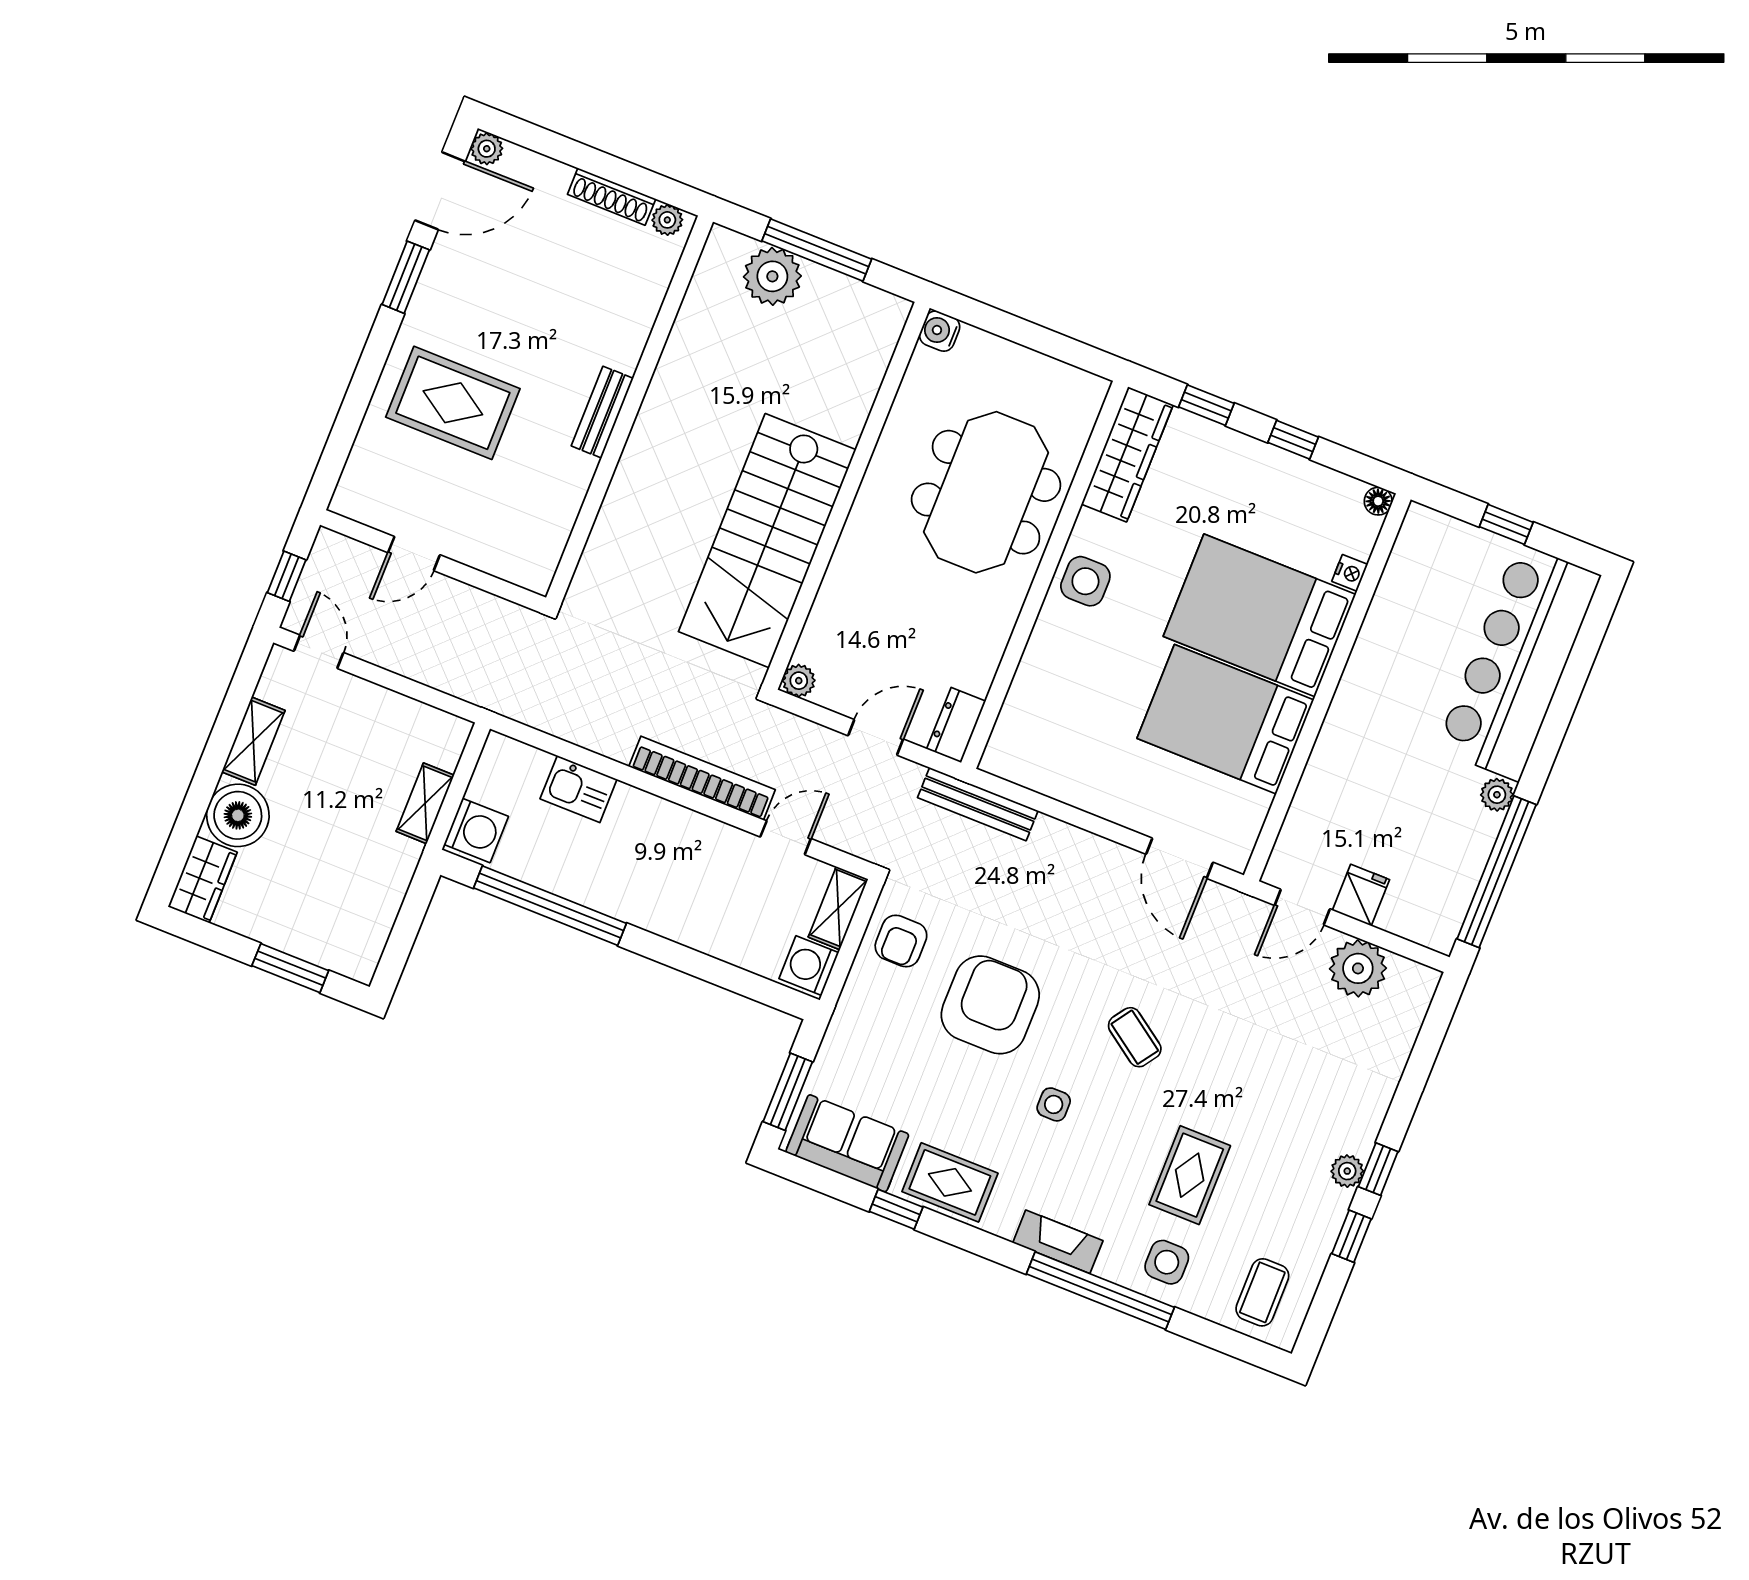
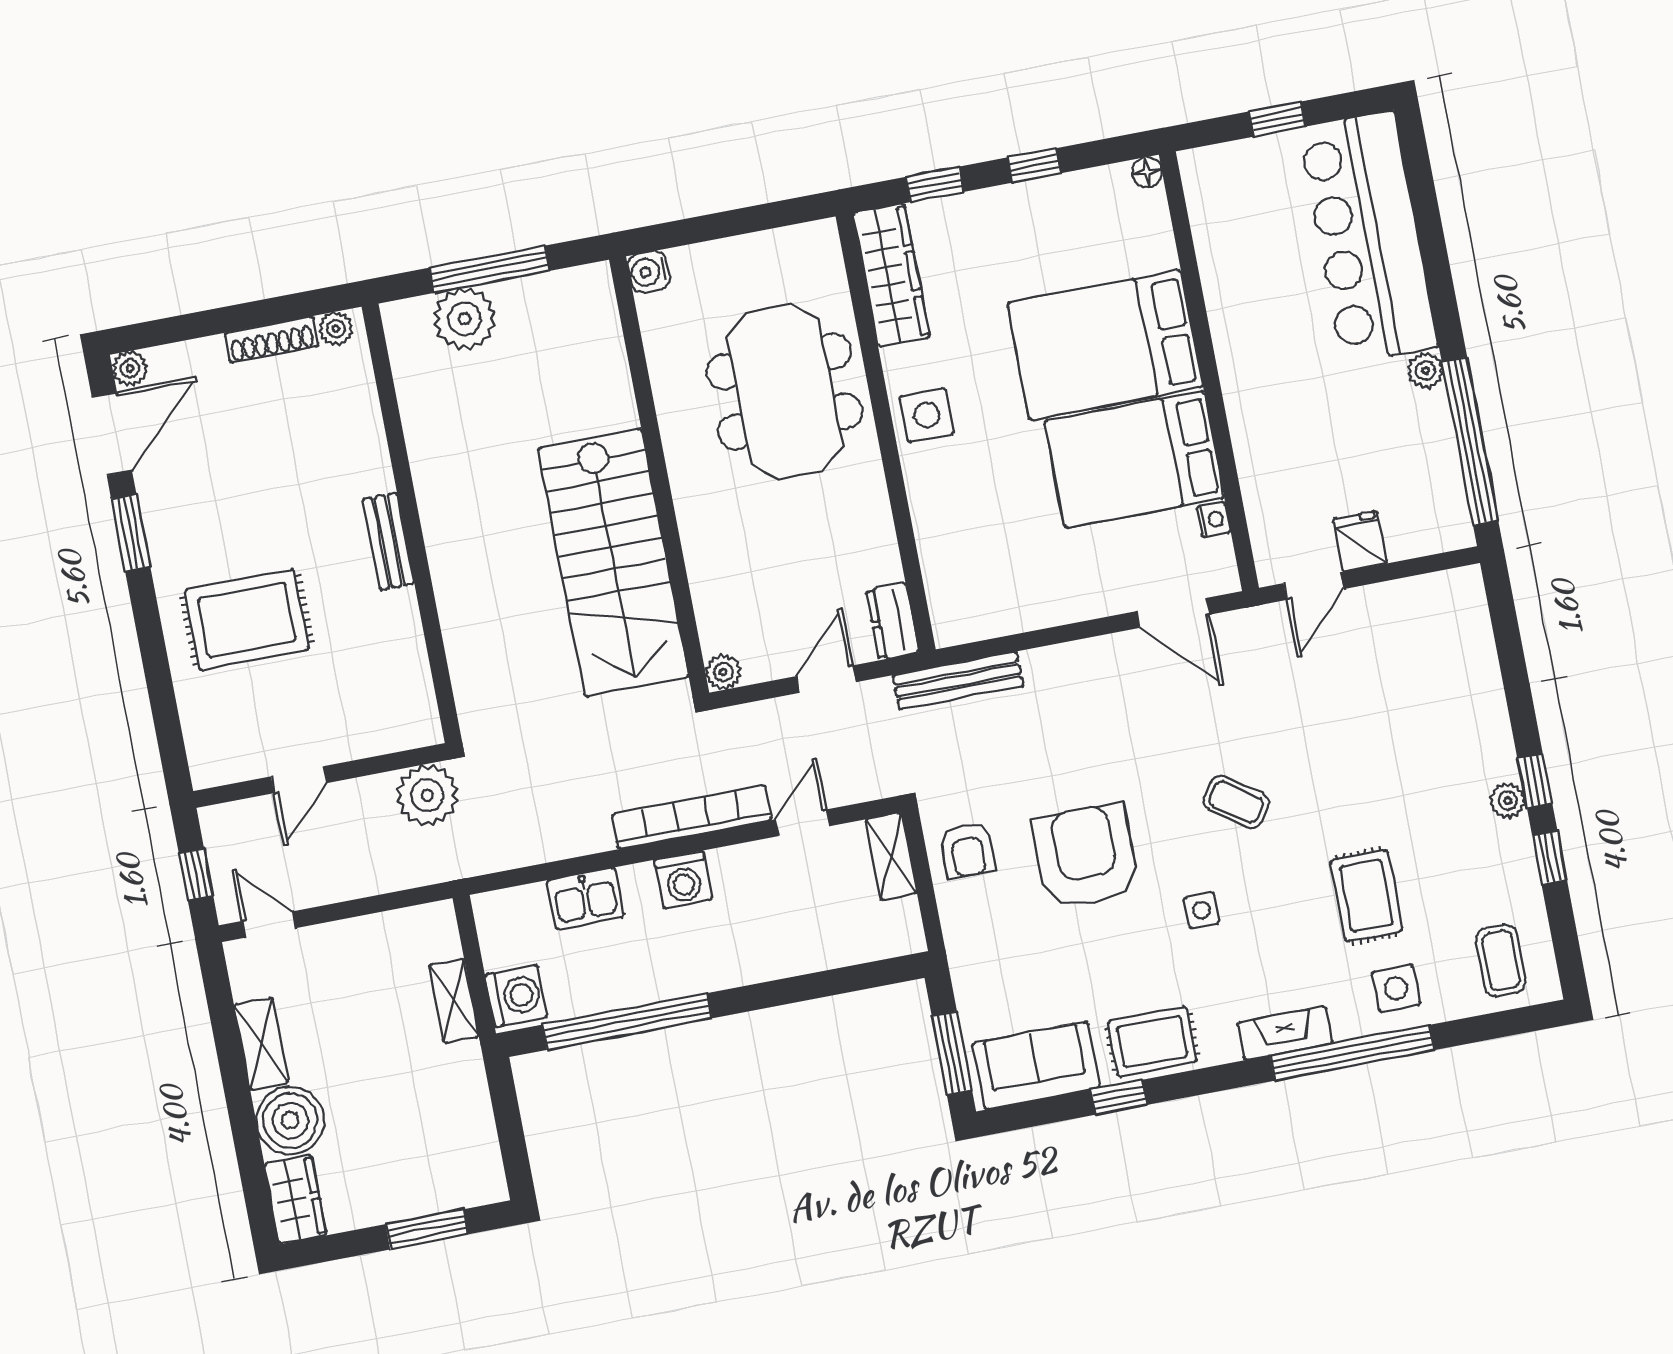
nightstand: (1350, 573) -> (1213, 520), moved
washing machine: (809, 966) -> (683, 880), moved, turned -90
plant: (1358, 968) -> (427, 795), moved

